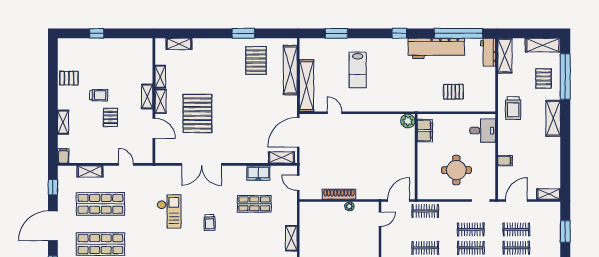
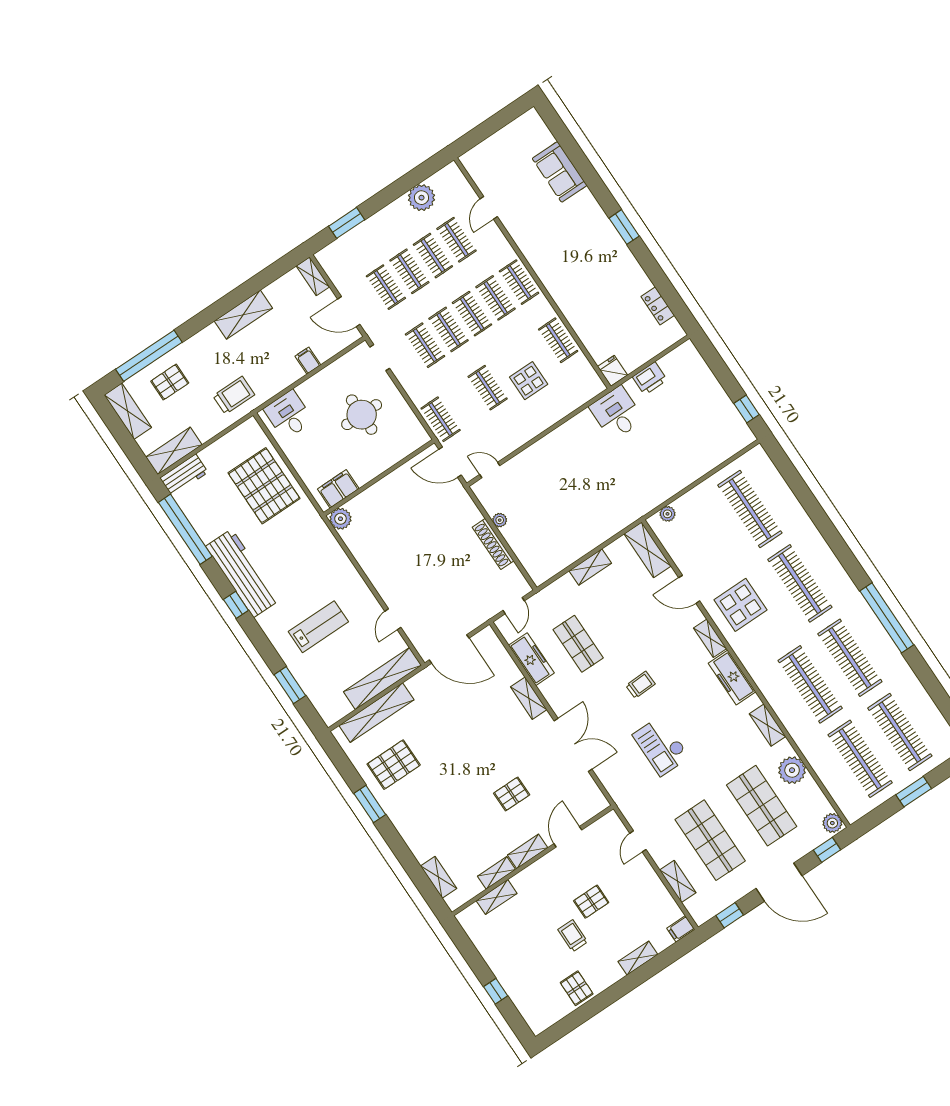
workbench: (436, 48) -> (243, 573), moved
pallet: (453, 92) -> (264, 486), width x2.05, depth x2.00
shelving: (147, 97) -> (497, 897), moved
pallet: (197, 113) -> (512, 794), width x0.49, depth x0.50
shelving: (553, 118) -> (243, 315), moved
shelving: (281, 157) -> (529, 698), moved
freezer: (258, 173) -> (531, 659), width x1.40
checkout: (169, 211) -> (661, 746), turned -90

